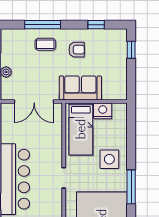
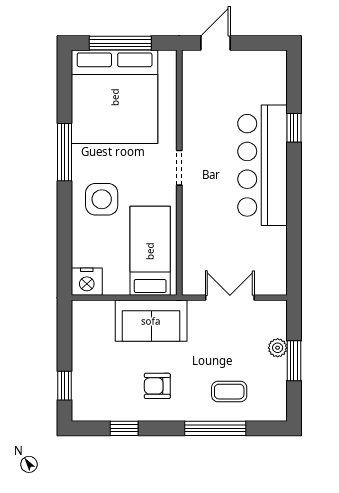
coffee table: (45, 44) -> (229, 392), moved
double door: (34, 101) -> (230, 298), width x0.73
nightstand: (103, 111) -> (87, 282), moved

